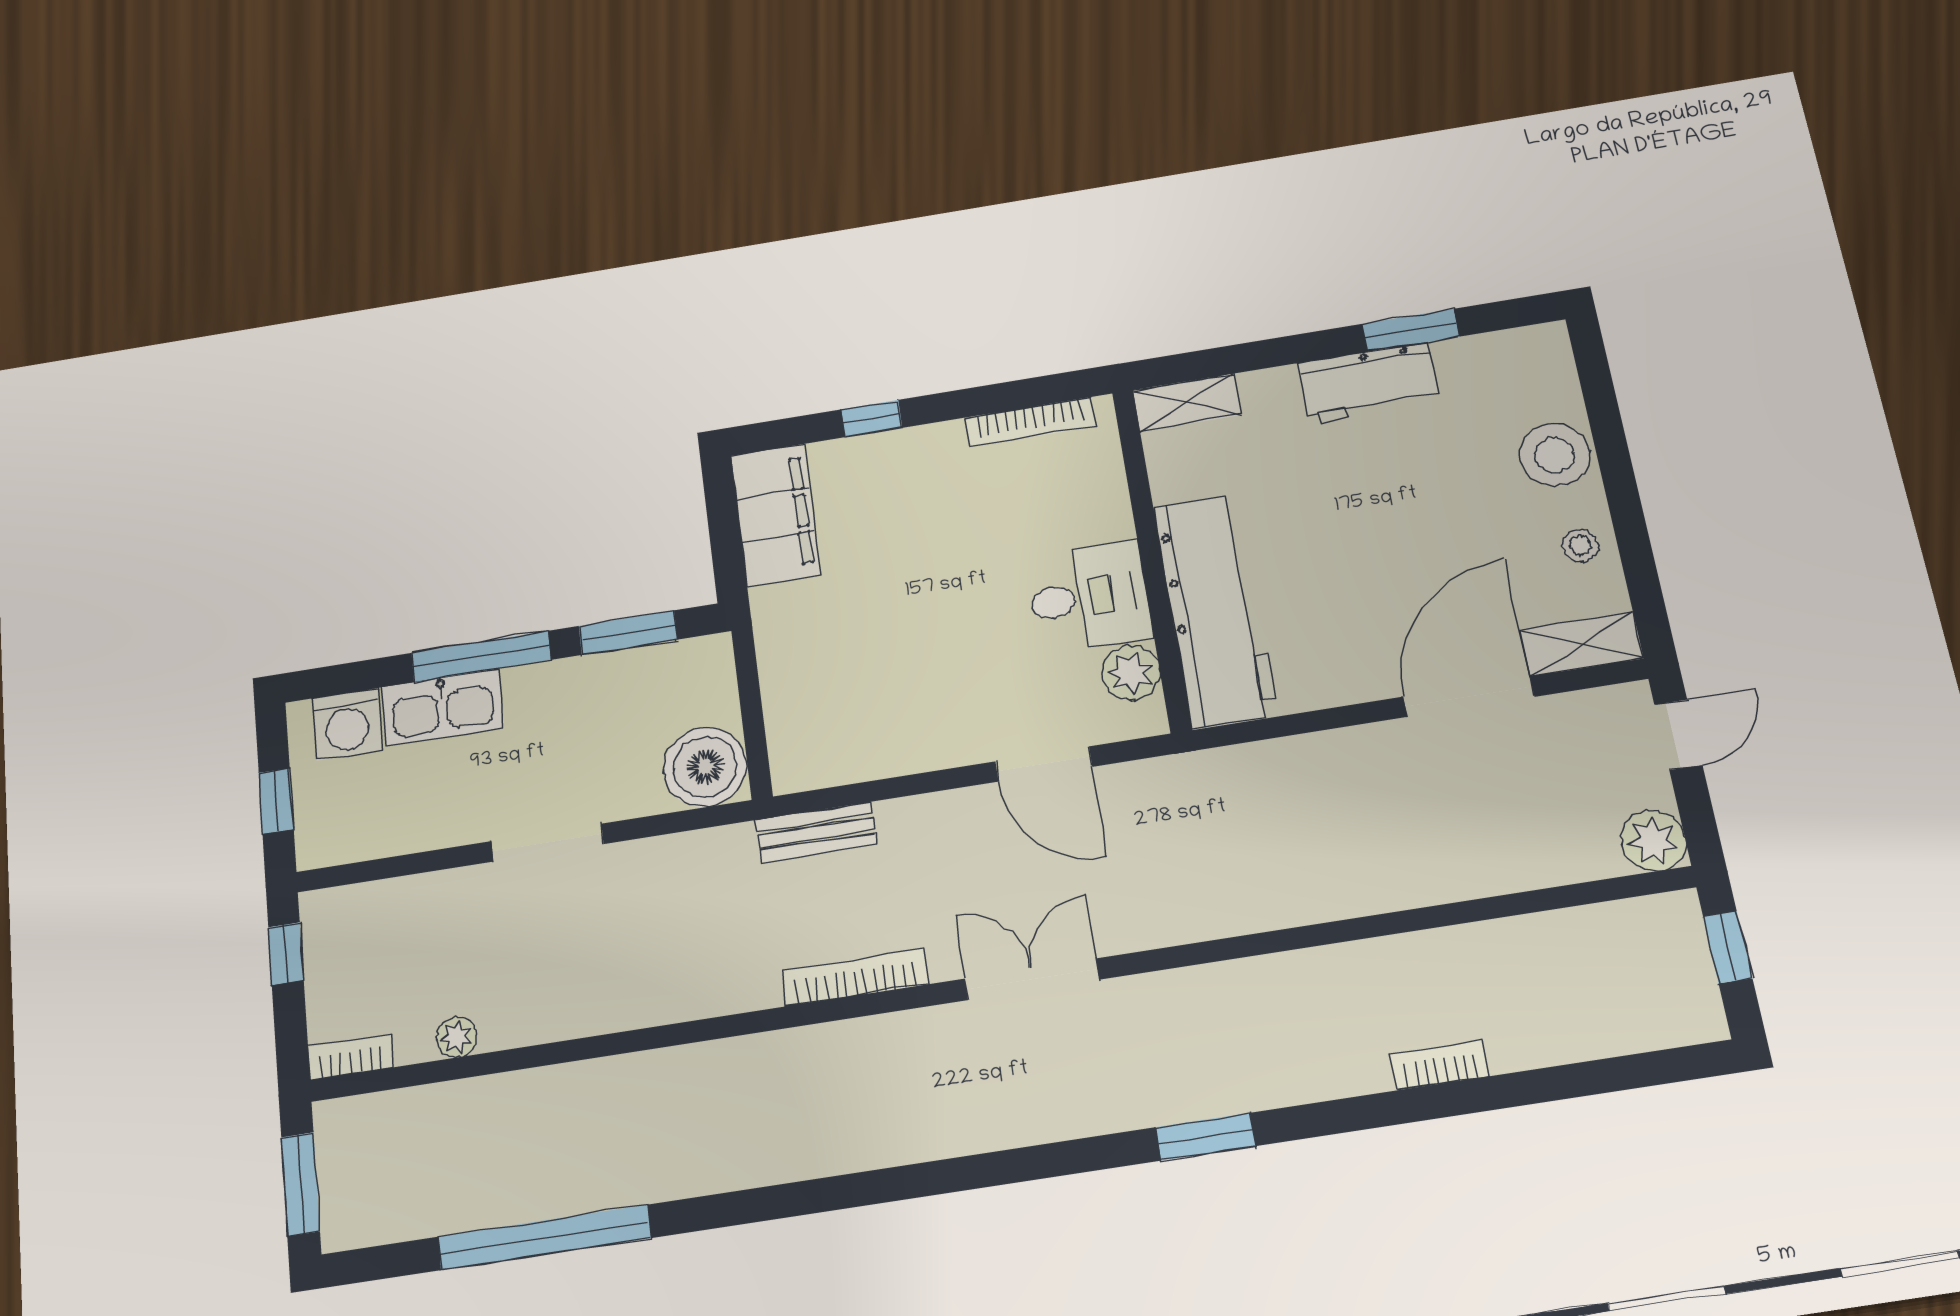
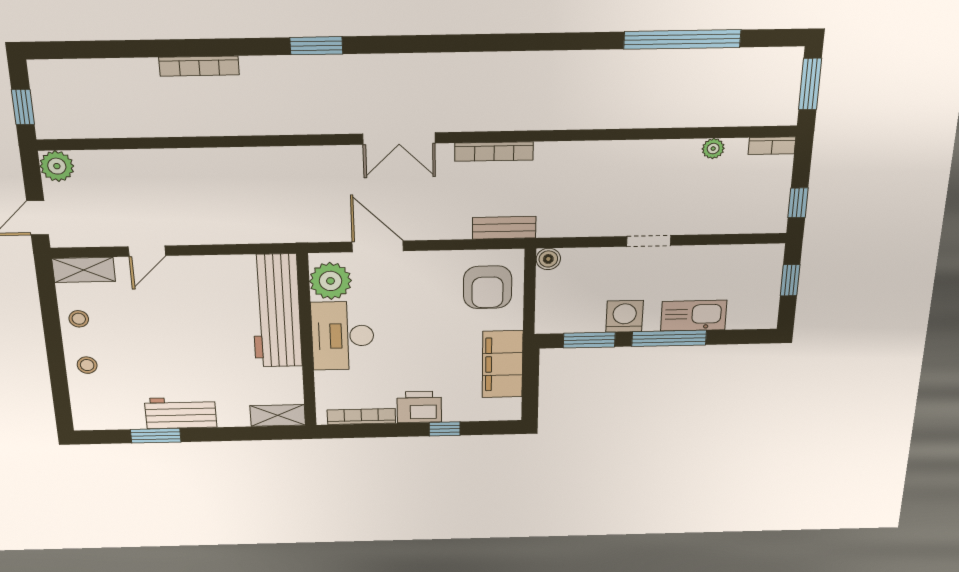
stool: (1555, 455) -> (87, 365), width x0.53, depth x0.53
printer: (925, 456) -> (419, 407), added
filing cabinet: (776, 515) -> (503, 364), moved
desk: (1089, 597) -> (343, 336), width x1.37
plant: (1131, 673) -> (330, 281), width x1.36, depth x1.36
door: (1469, 697) -> (147, 251), width x0.53
armchair: (830, 711) -> (488, 287), added
washing machine: (347, 724) -> (625, 316), moved
boiler: (705, 767) -> (548, 259), width x0.54, depth x0.54
doorway: (547, 843) -> (649, 241), width x0.73
bookcase: (1440, 1065) -> (199, 66), width x1.56

